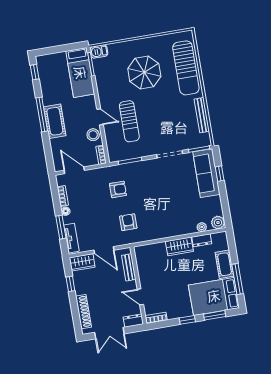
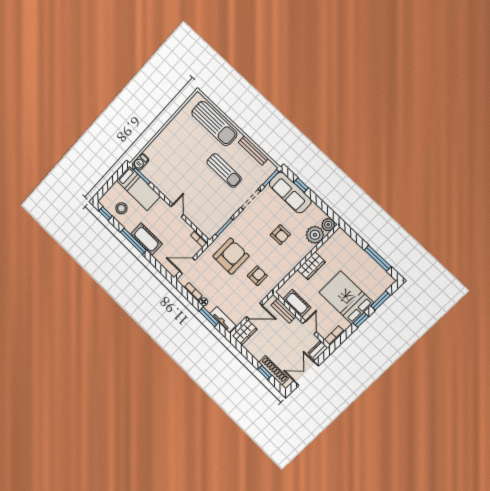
parasol: (144, 72) -> (185, 151), removed
door: (100, 117) -> (177, 211), hinge flipped
sun lounger: (129, 121) -> (224, 170), moved
stool: (93, 135) -> (121, 208), moved
armchair: (118, 189) -> (231, 256), width x1.88, depth x1.88
armchair: (173, 202) -> (280, 235), added
armchair: (128, 222) -> (257, 276), turned 90
plant: (202, 227) -> (315, 235), width x1.88, depth x1.88
dresser: (202, 240) -> (326, 248), removed
cot: (224, 264) -> (297, 303), moved
window: (70, 284) -> (265, 372), moved
bed: (214, 296) -> (346, 297), moved, turned 90
door: (140, 297) -> (310, 328), swing flipped
double door: (109, 333) -> (306, 373), swing flipped

